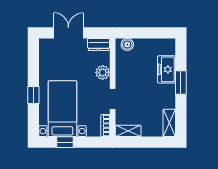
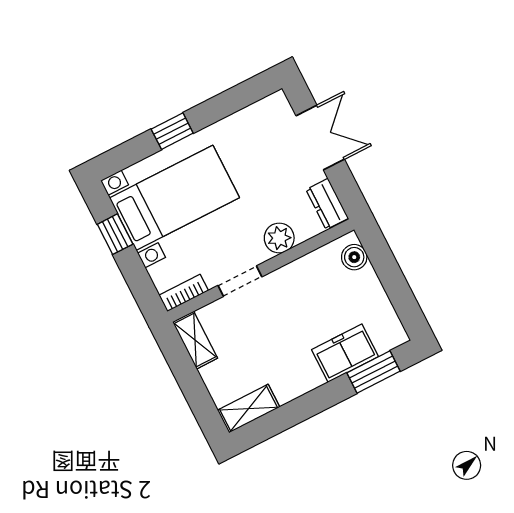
window: (181, 83) -> (374, 372), moved

